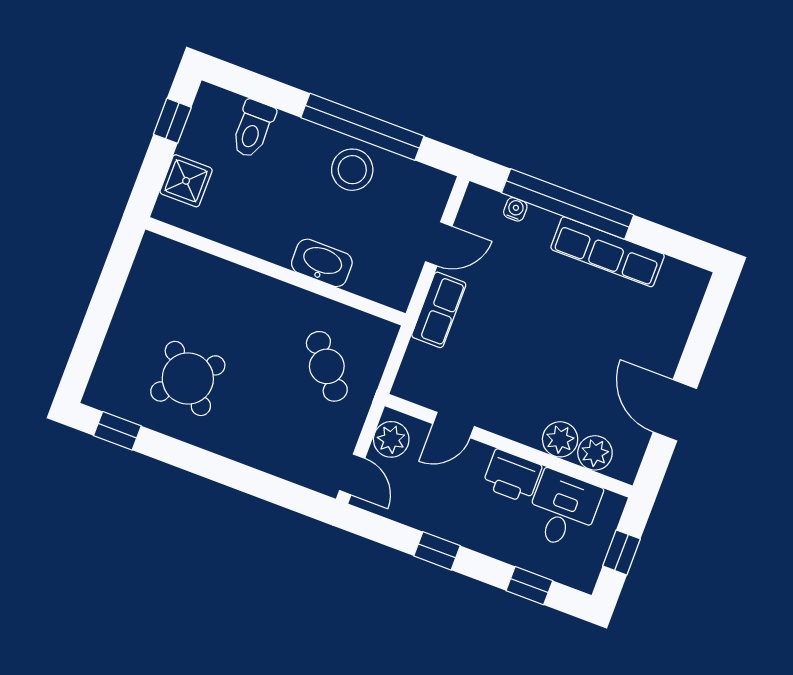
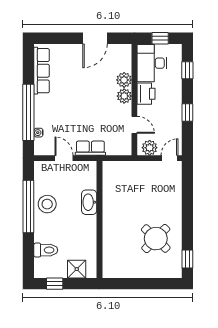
row of seats: (608, 252) -> (42, 71), moved
cafe table: (327, 366) -> (130, 185), removed
plant: (595, 453) -> (124, 96), moved
desk: (563, 510) -> (152, 63), width x1.37

